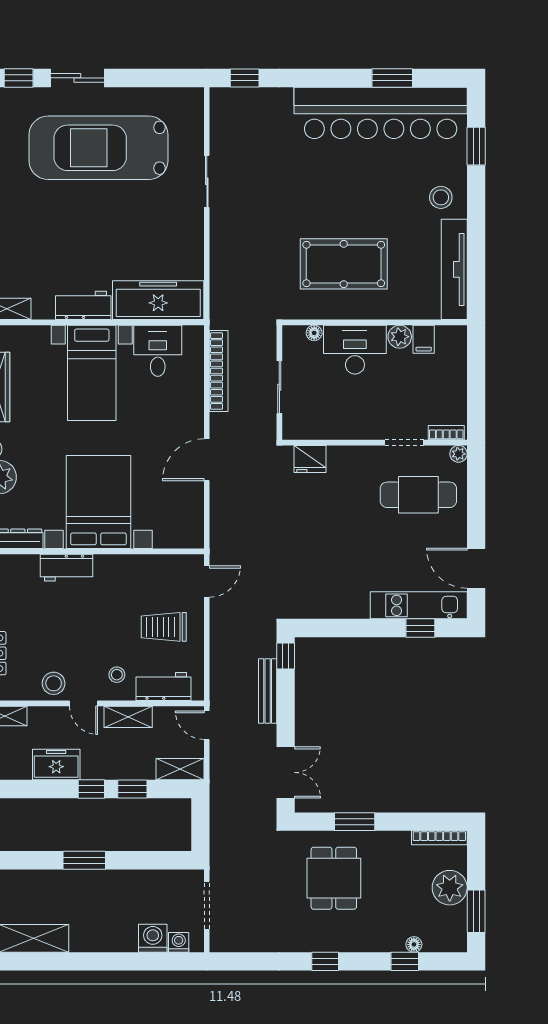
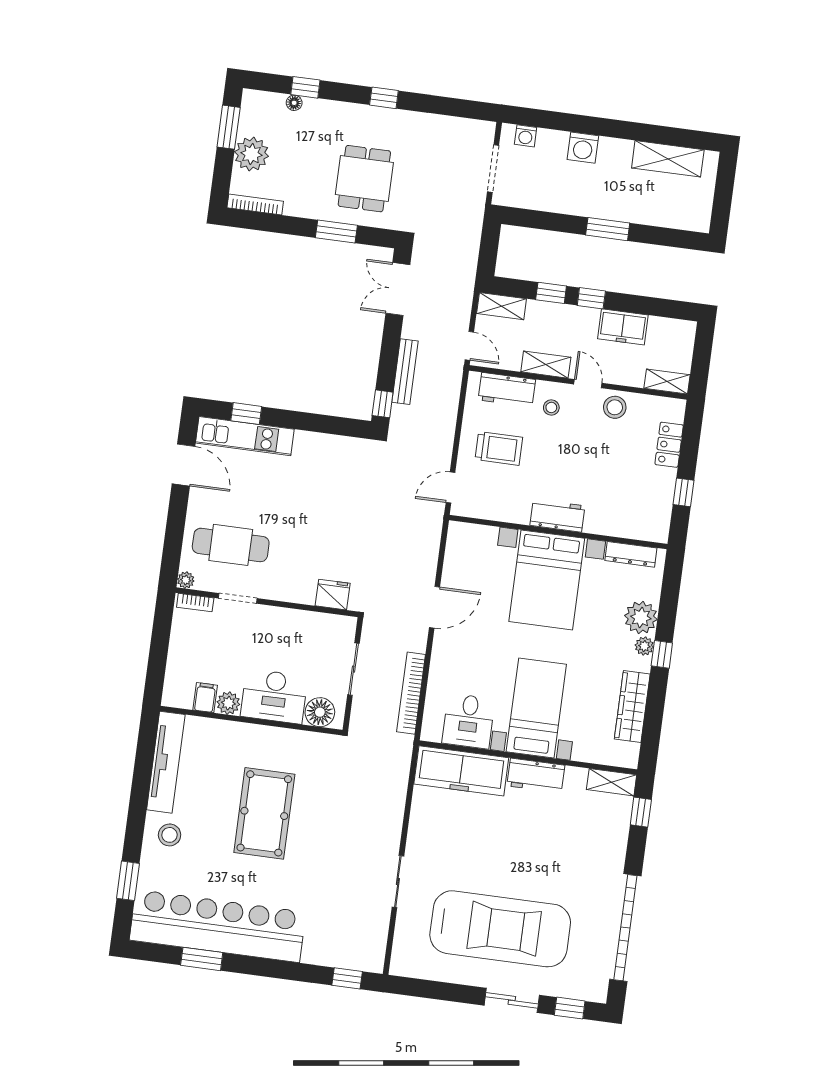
pool table: (344, 264) -> (264, 813), moved, turned 90
floor lamp: (314, 333) -> (320, 712), width x1.89, depth x1.89
workbench: (67, 568) -> (557, 516), moved
washing machine: (153, 938) -> (583, 148), moved

